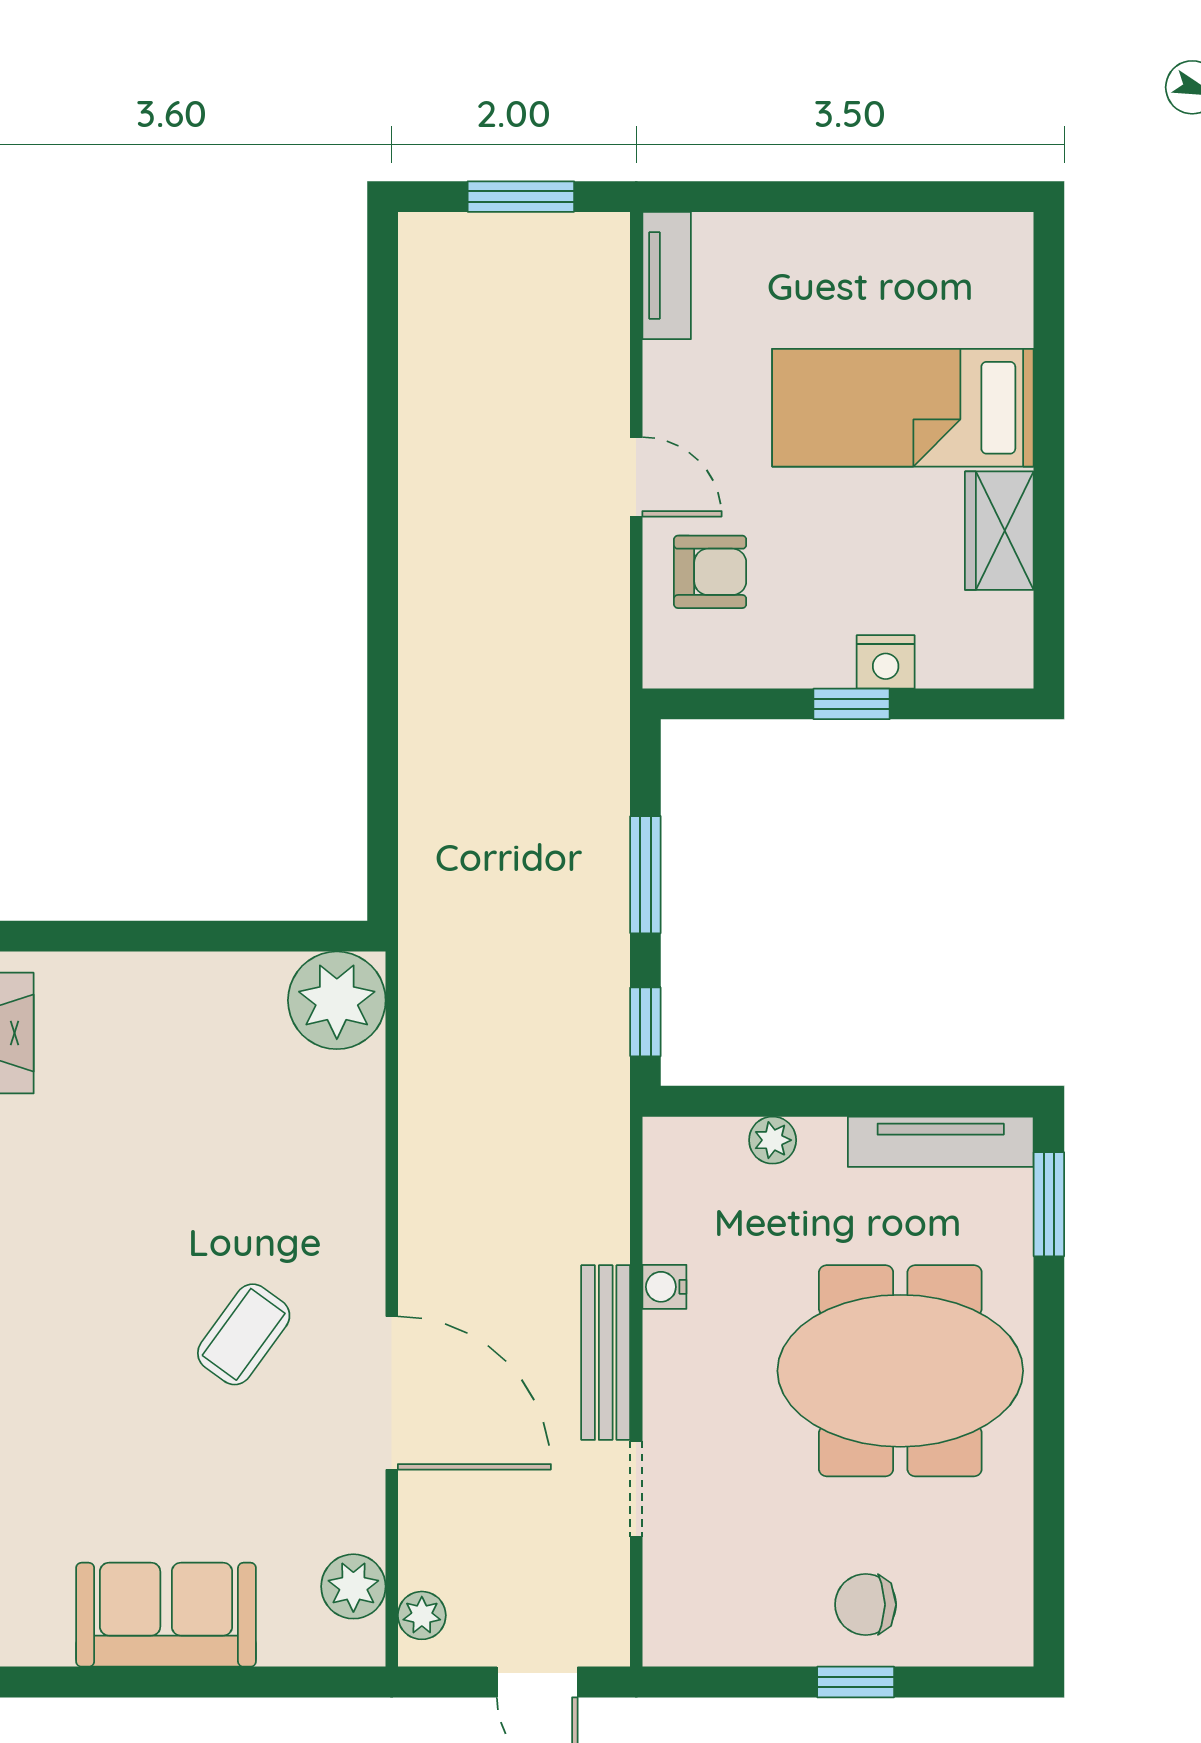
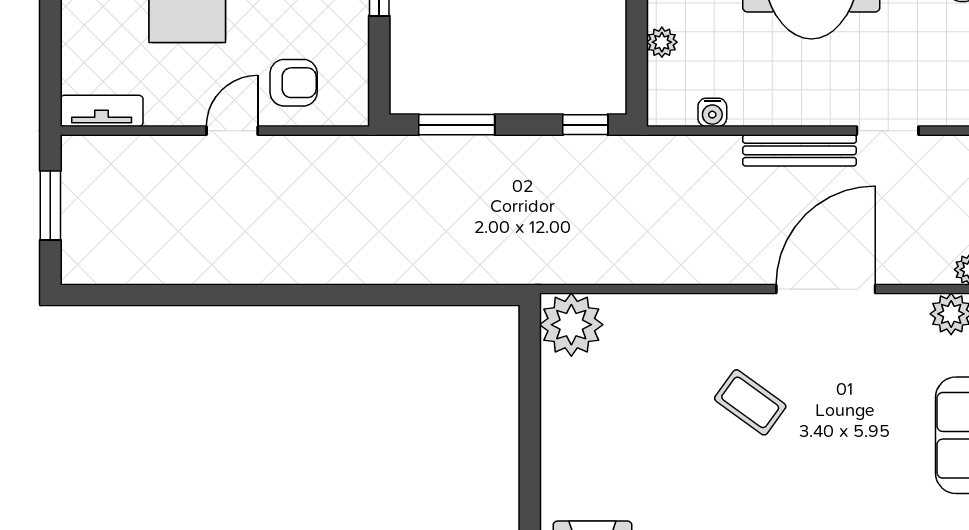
armchair: (710, 572) -> (294, 83), turned 90
window: (645, 875) -> (457, 125), moved
water cooler: (664, 1287) -> (712, 112), moved
coffee table: (244, 1334) -> (750, 402), moved

